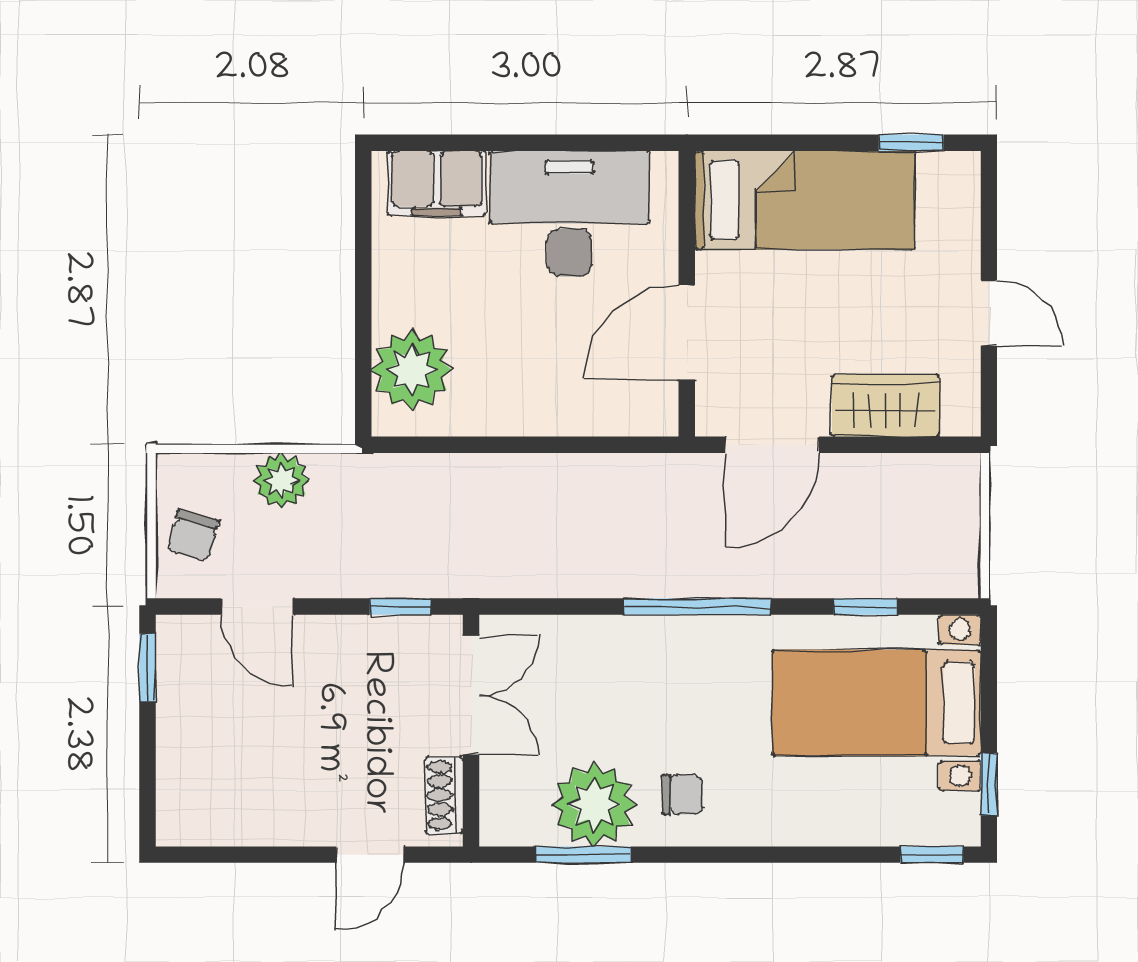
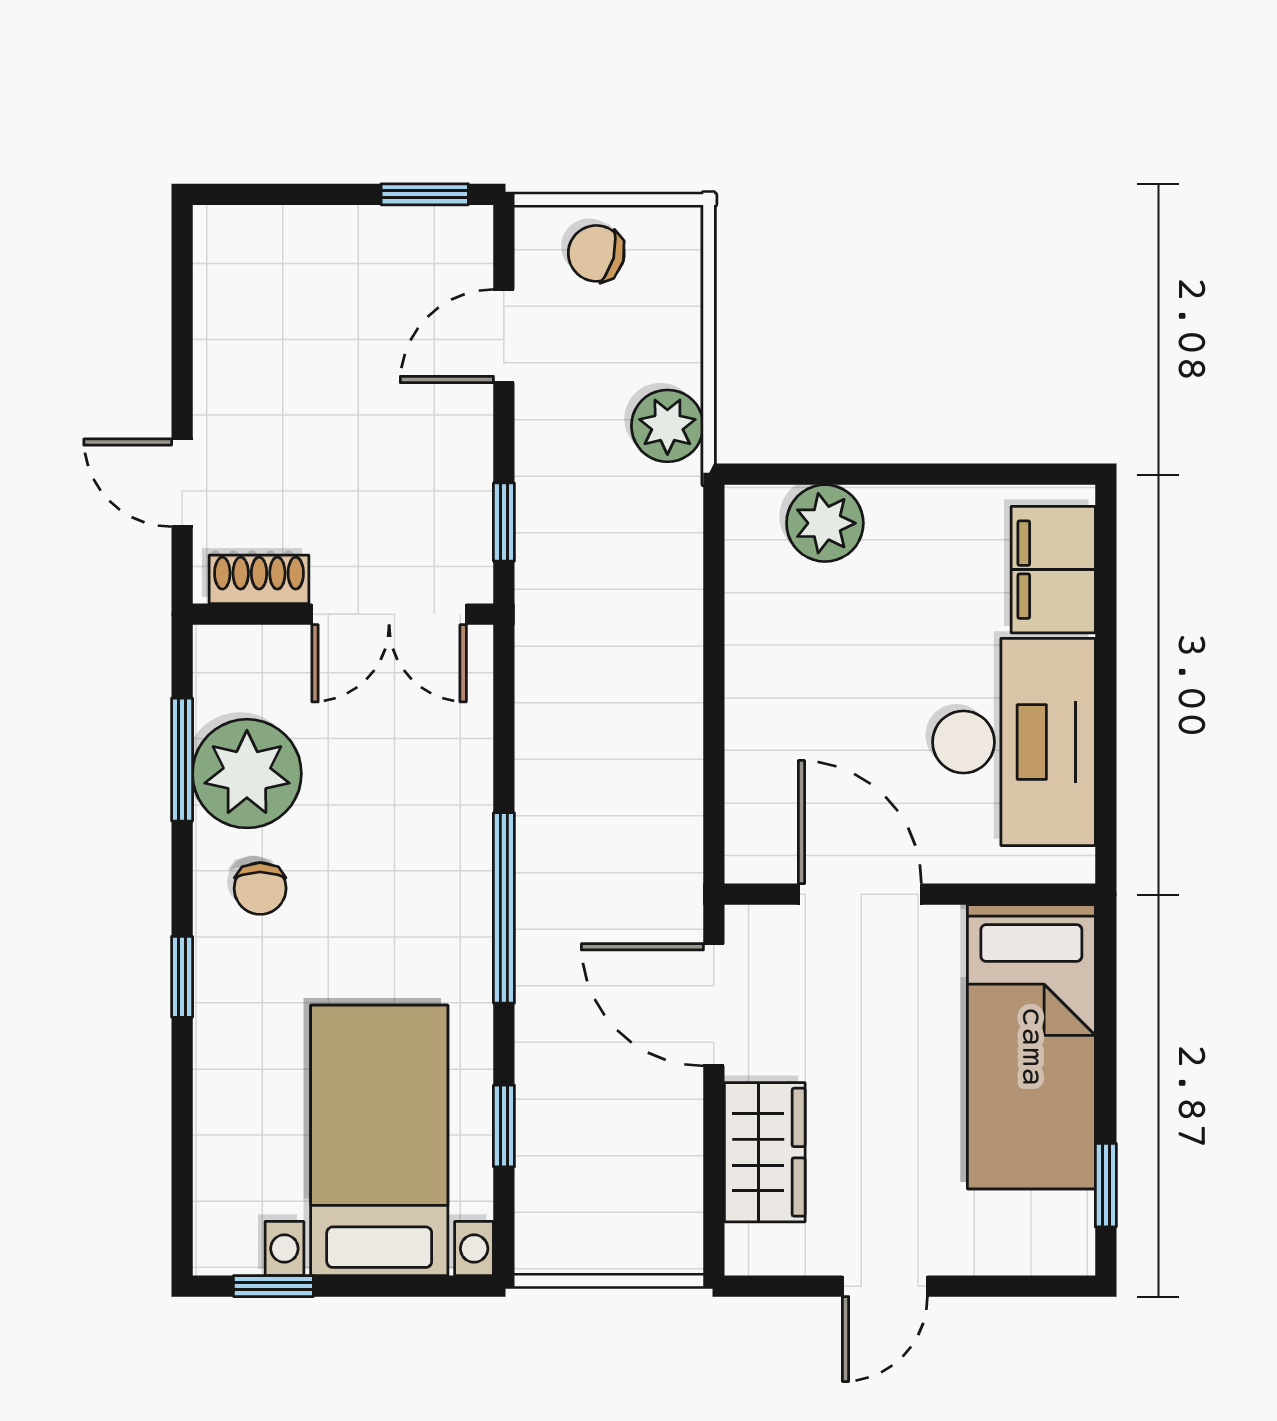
plant: (412, 370) -> (825, 523), width x0.73, depth x0.73
plant: (282, 481) -> (667, 426), moved
window: (932, 855) -> (182, 977), moved

